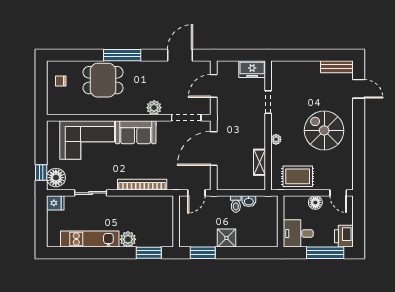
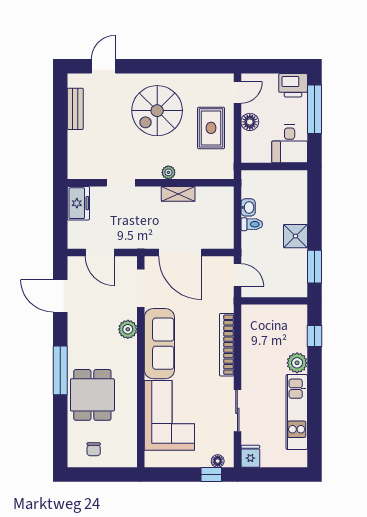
bench: (337, 67) -> (75, 109), moved
sofa: (136, 132) -> (159, 344), width x1.36
shelving: (259, 162) -> (178, 194), moved
rug: (298, 176) -> (211, 128), moved
floor lamp: (56, 178) -> (218, 461), width x0.53, depth x0.53
window: (149, 253) -> (314, 336), width x0.67

